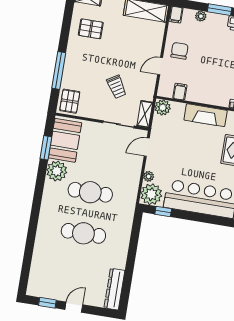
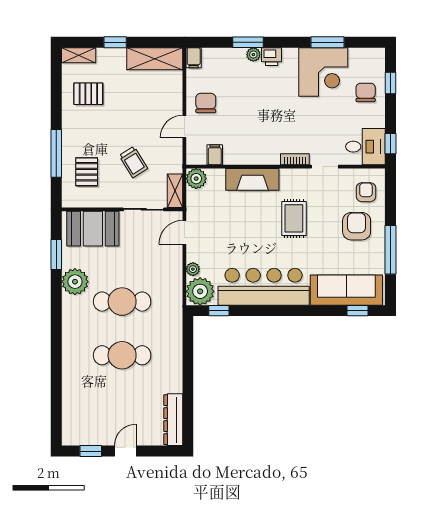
plant: (201, 16) -> (253, 55), moved
pallet: (70, 101) -> (87, 172), moved
booth: (65, 140) -> (93, 229), moved, turned 90

